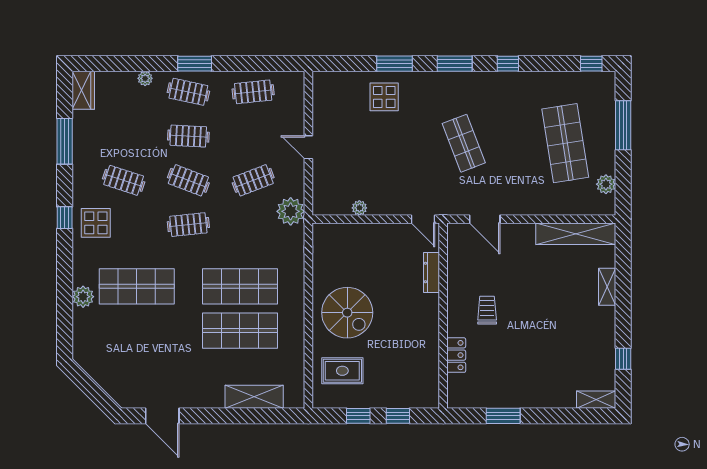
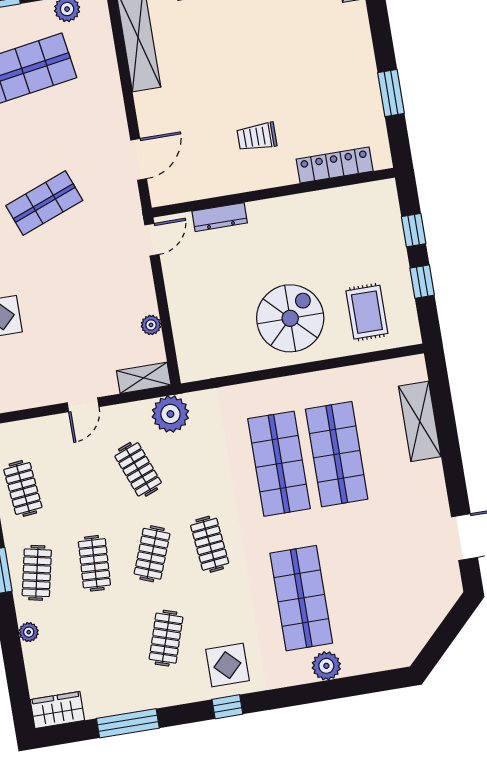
shelving: (321, 196) -> (144, 378), added
locker: (456, 355) -> (335, 165), width x1.53

